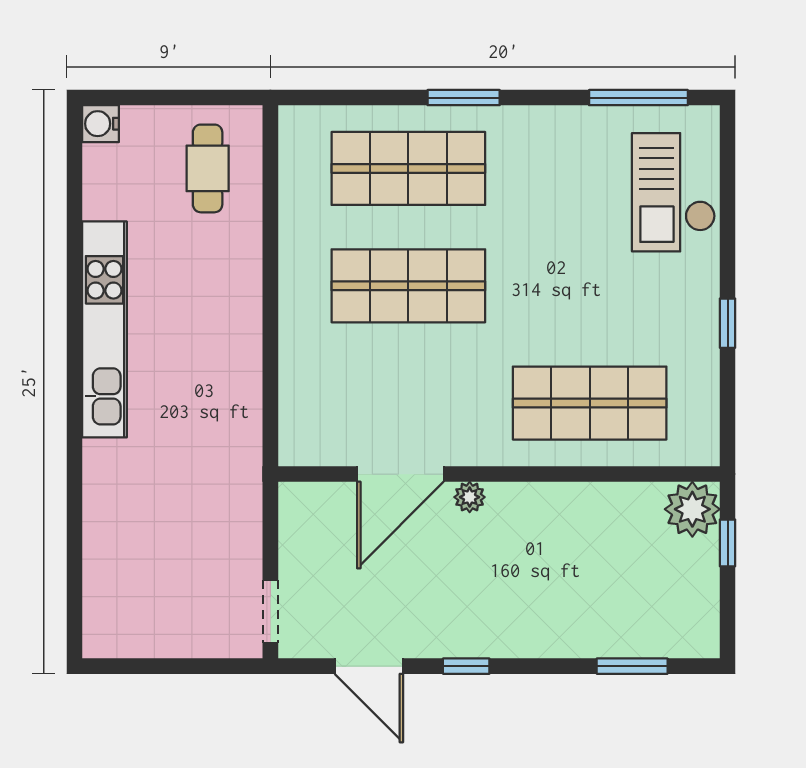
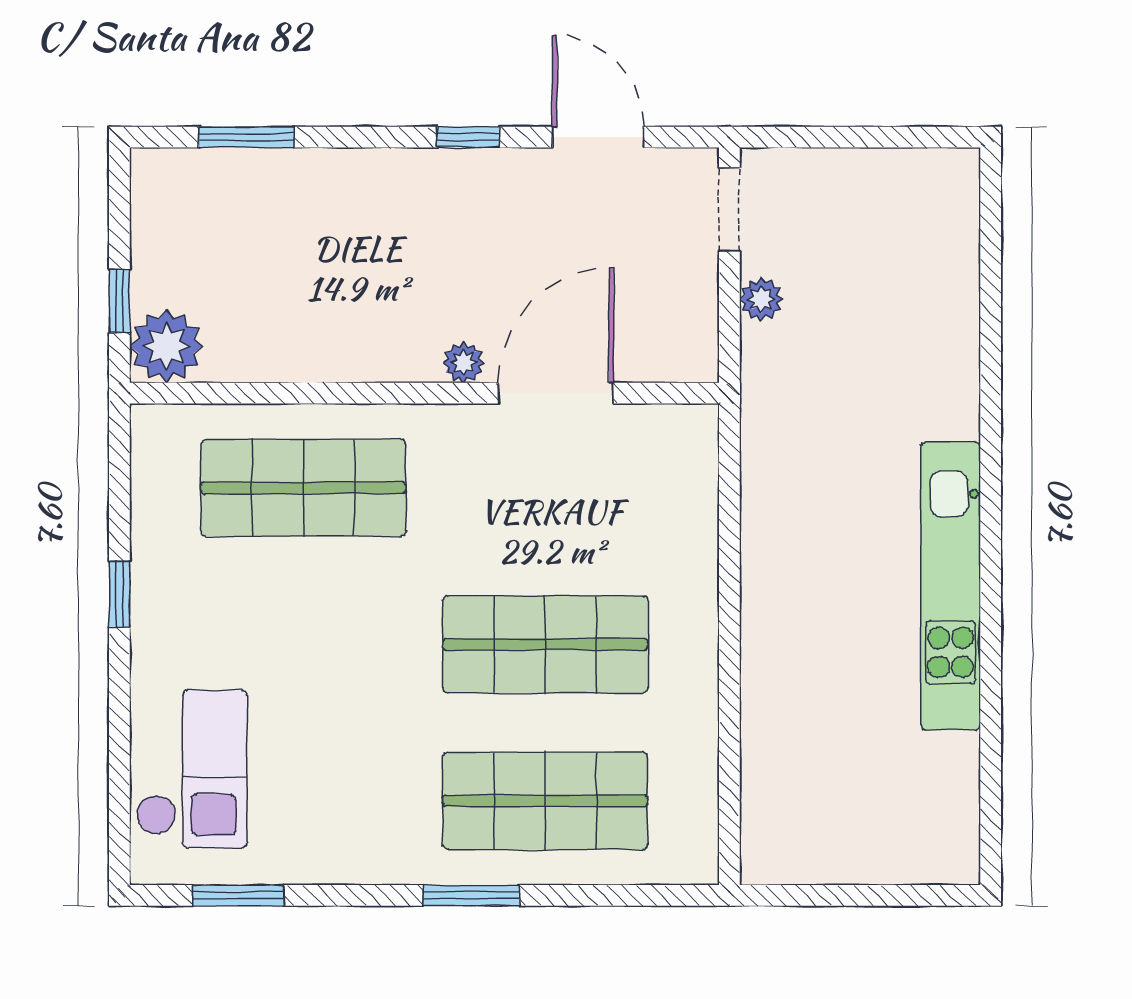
window: (638, 98) -> (238, 895), width x0.69
water cooler: (101, 124) -> (956, 861), removed
cafe table: (208, 168) -> (813, 801), removed
plant: (246, 545) -> (761, 299), added

